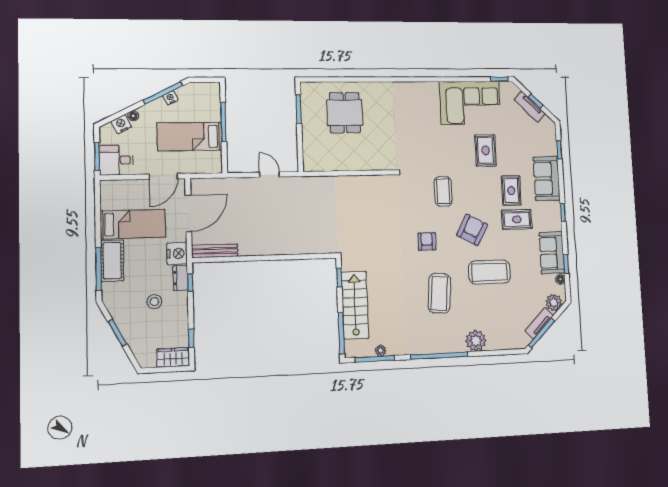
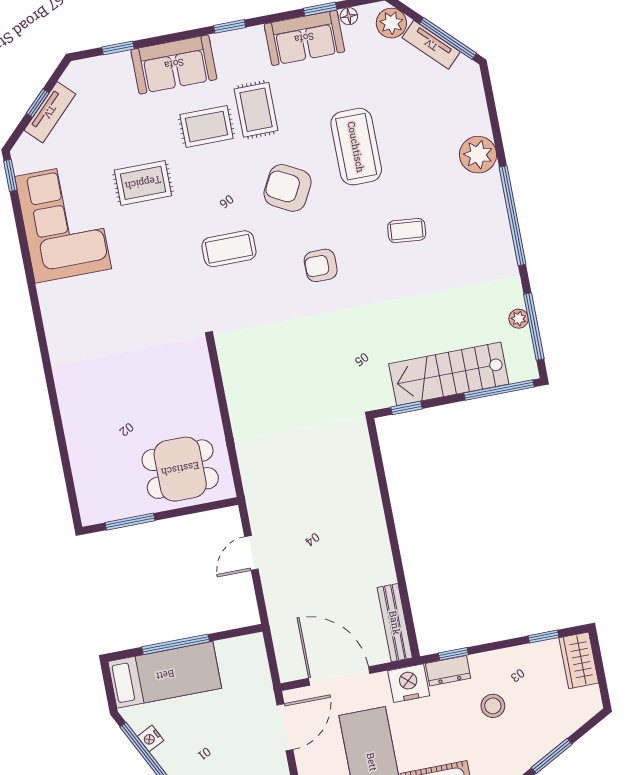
dining table: (345, 113) -> (180, 469), moved
bed: (190, 137) -> (165, 675), moved, turned -90
door: (163, 177) -> (285, 727), hinge flipped
coffee table: (439, 293) -> (407, 231), width x0.54, depth x0.58

